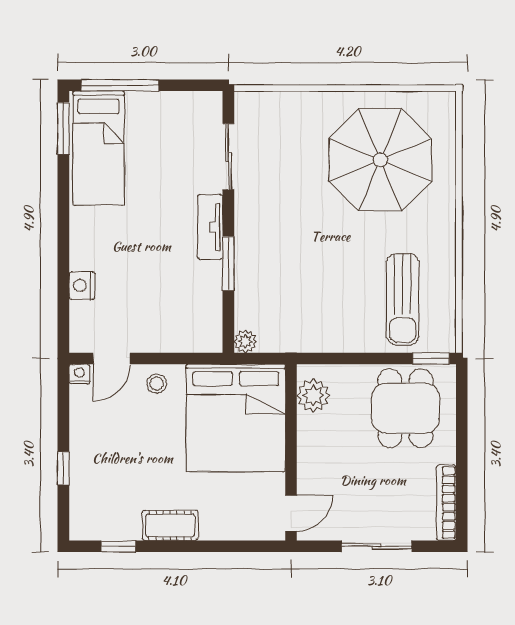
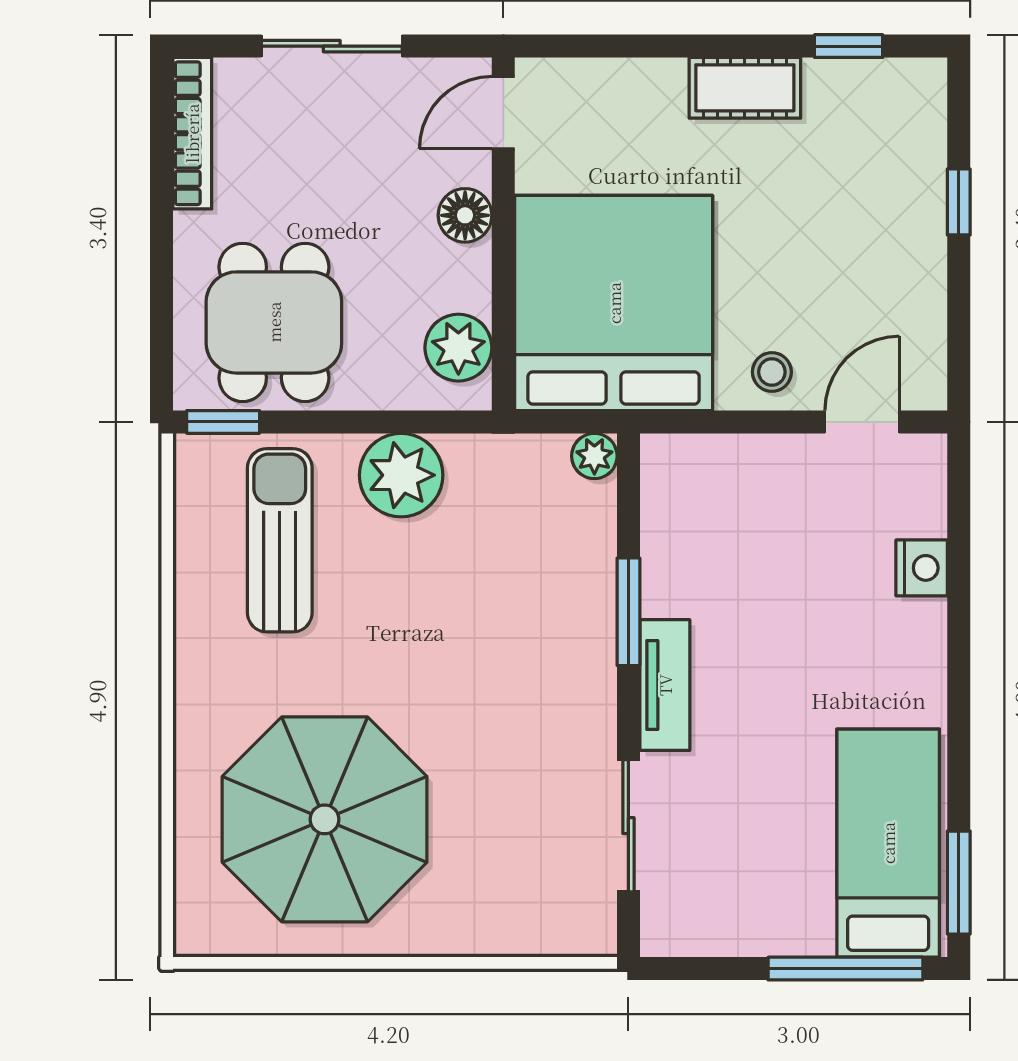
plant: (342, 332) -> (401, 475), added
nightstand: (79, 374) -> (926, 391), removed
floor lamp: (310, 462) -> (465, 215), added

